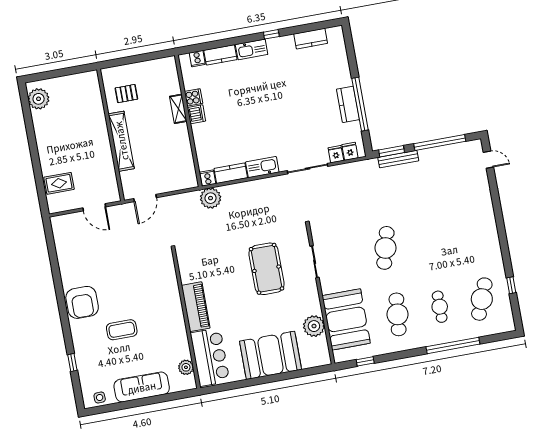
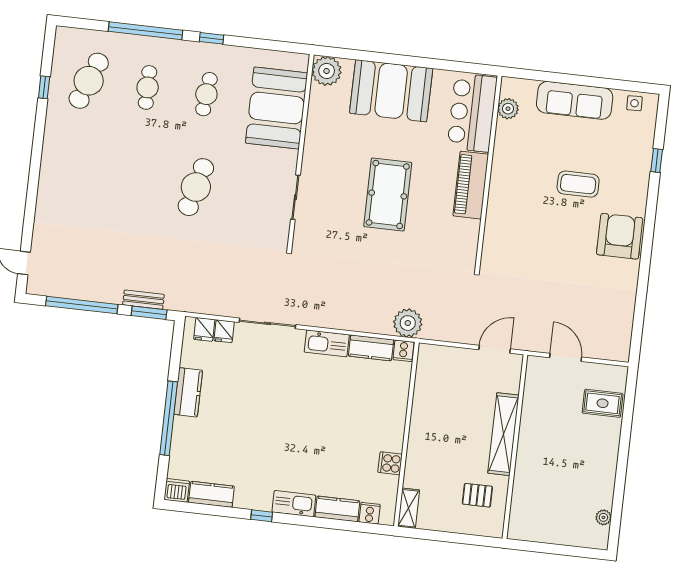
plant: (39, 99) -> (603, 517), width x0.53, depth x0.53
window: (360, 104) -> (169, 418), moved
shelving: (178, 109) -> (409, 508), moved
dishwasher: (196, 114) -> (177, 490), moved, turned 90
bench: (398, 159) -> (143, 300), width x0.73
pool table: (267, 269) -> (388, 195), moved
cafe table: (398, 314) -> (206, 94), width x0.73, depth x0.74
plant: (314, 326) -> (327, 71), moved
window: (365, 361) -> (211, 38), moved

